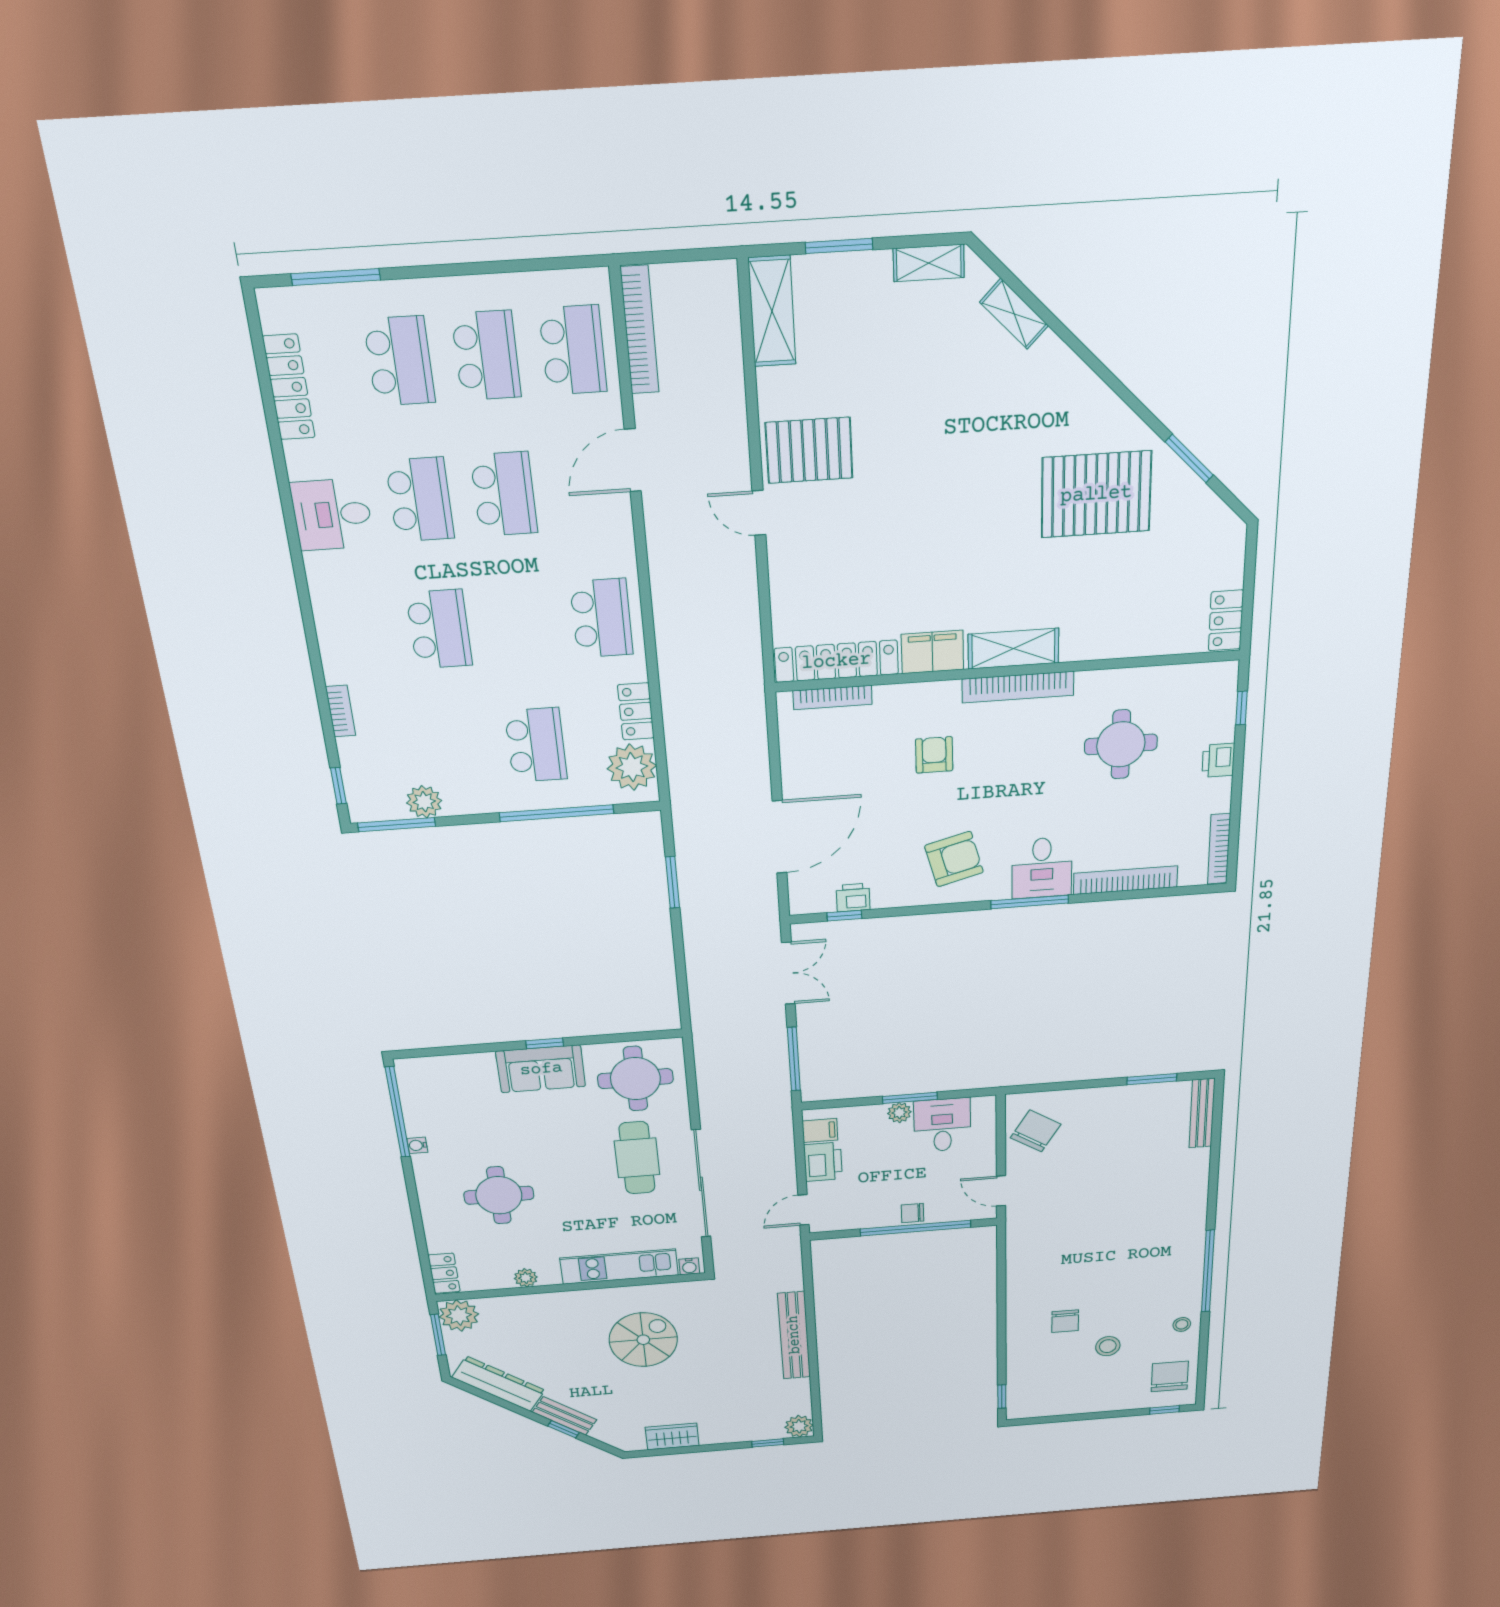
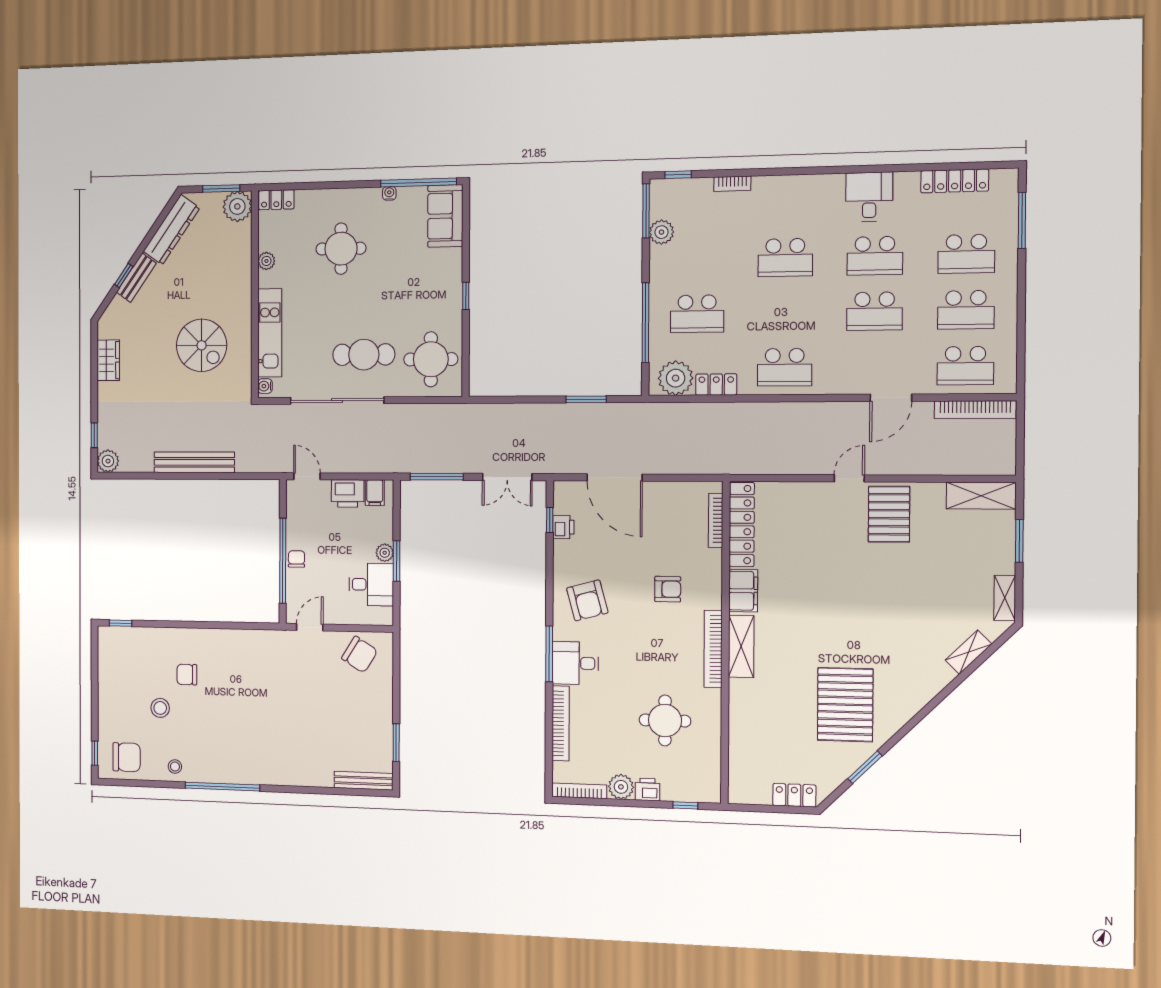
door: (633, 460) -> (891, 398), swing flipped
locker: (1226, 620) -> (794, 795), moved
plant: (1214, 796) -> (621, 787), added
sofa: (541, 1069) -> (445, 216), moved

